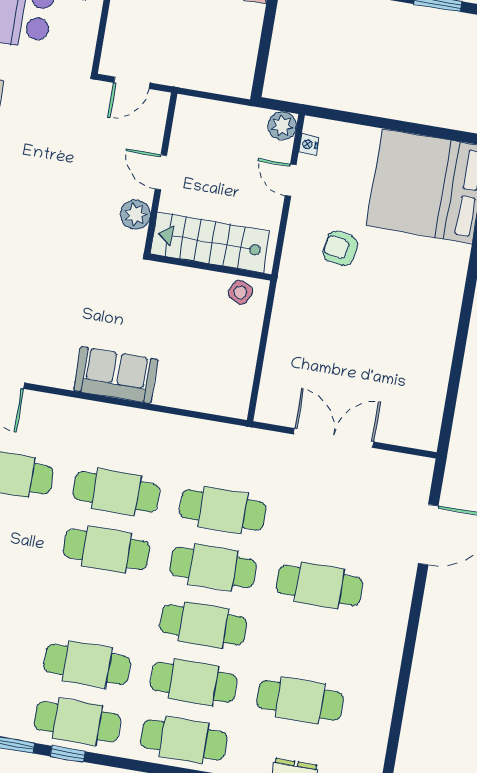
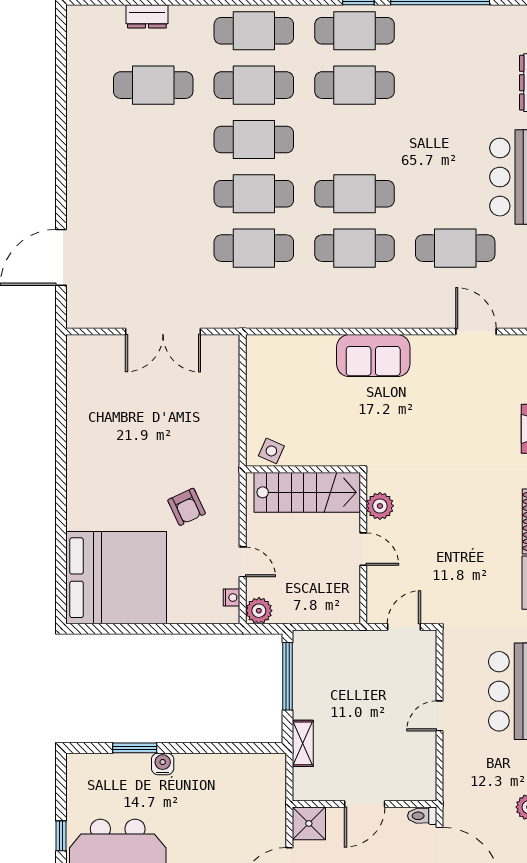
window: (264, 51) -> (287, 676), added
armchair: (340, 248) -> (187, 507), turned 55
cafe table: (319, 585) -> (153, 194), removed

